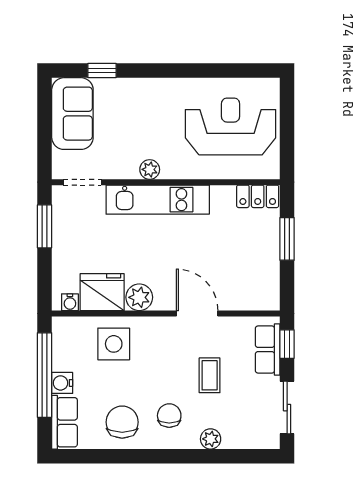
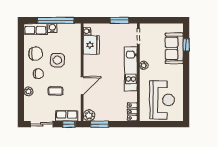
sofa: (72, 114) -> (174, 48), moved, turned 90
window: (287, 239) -> (100, 124), moved
plant: (139, 297) -> (89, 115), moved
side table: (114, 344) -> (57, 60), moved

